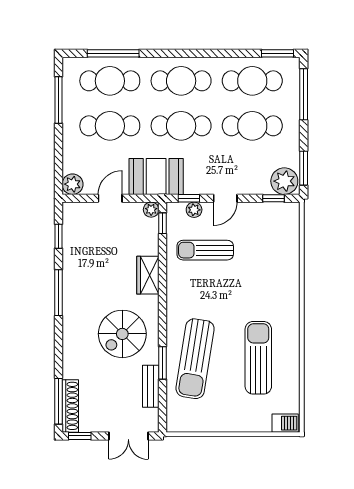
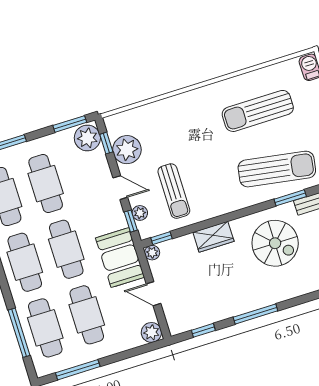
plant: (261, 217) -> (127, 150), added

